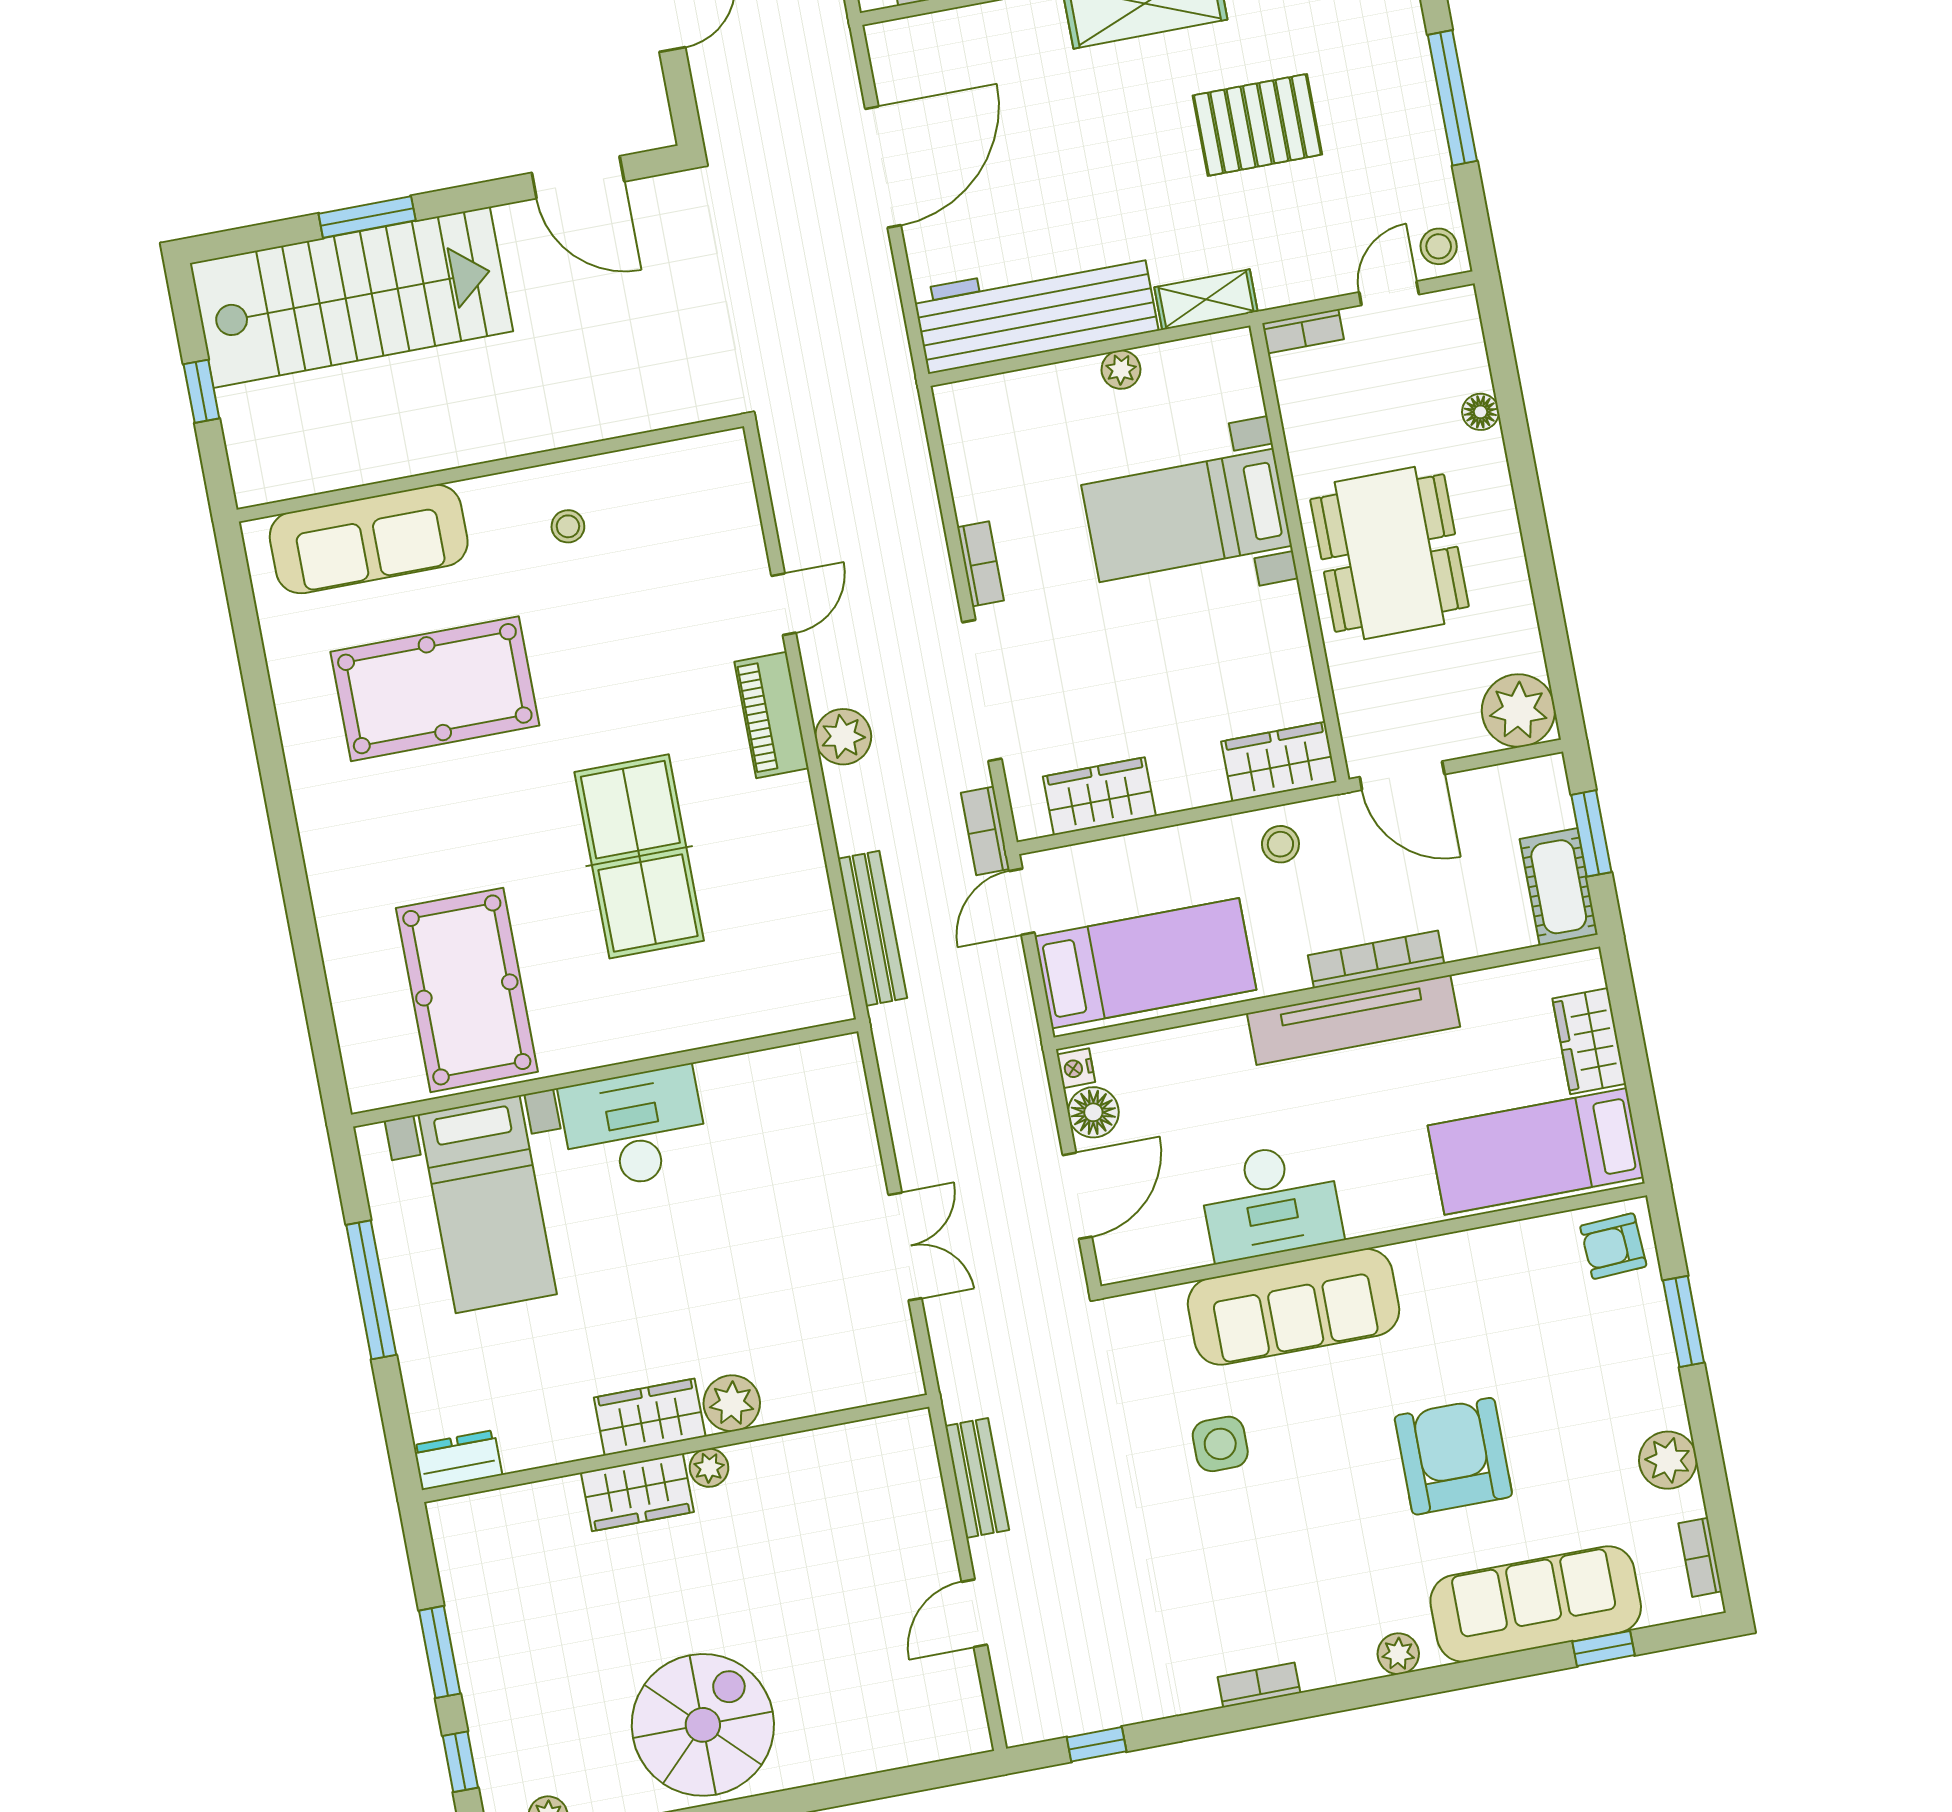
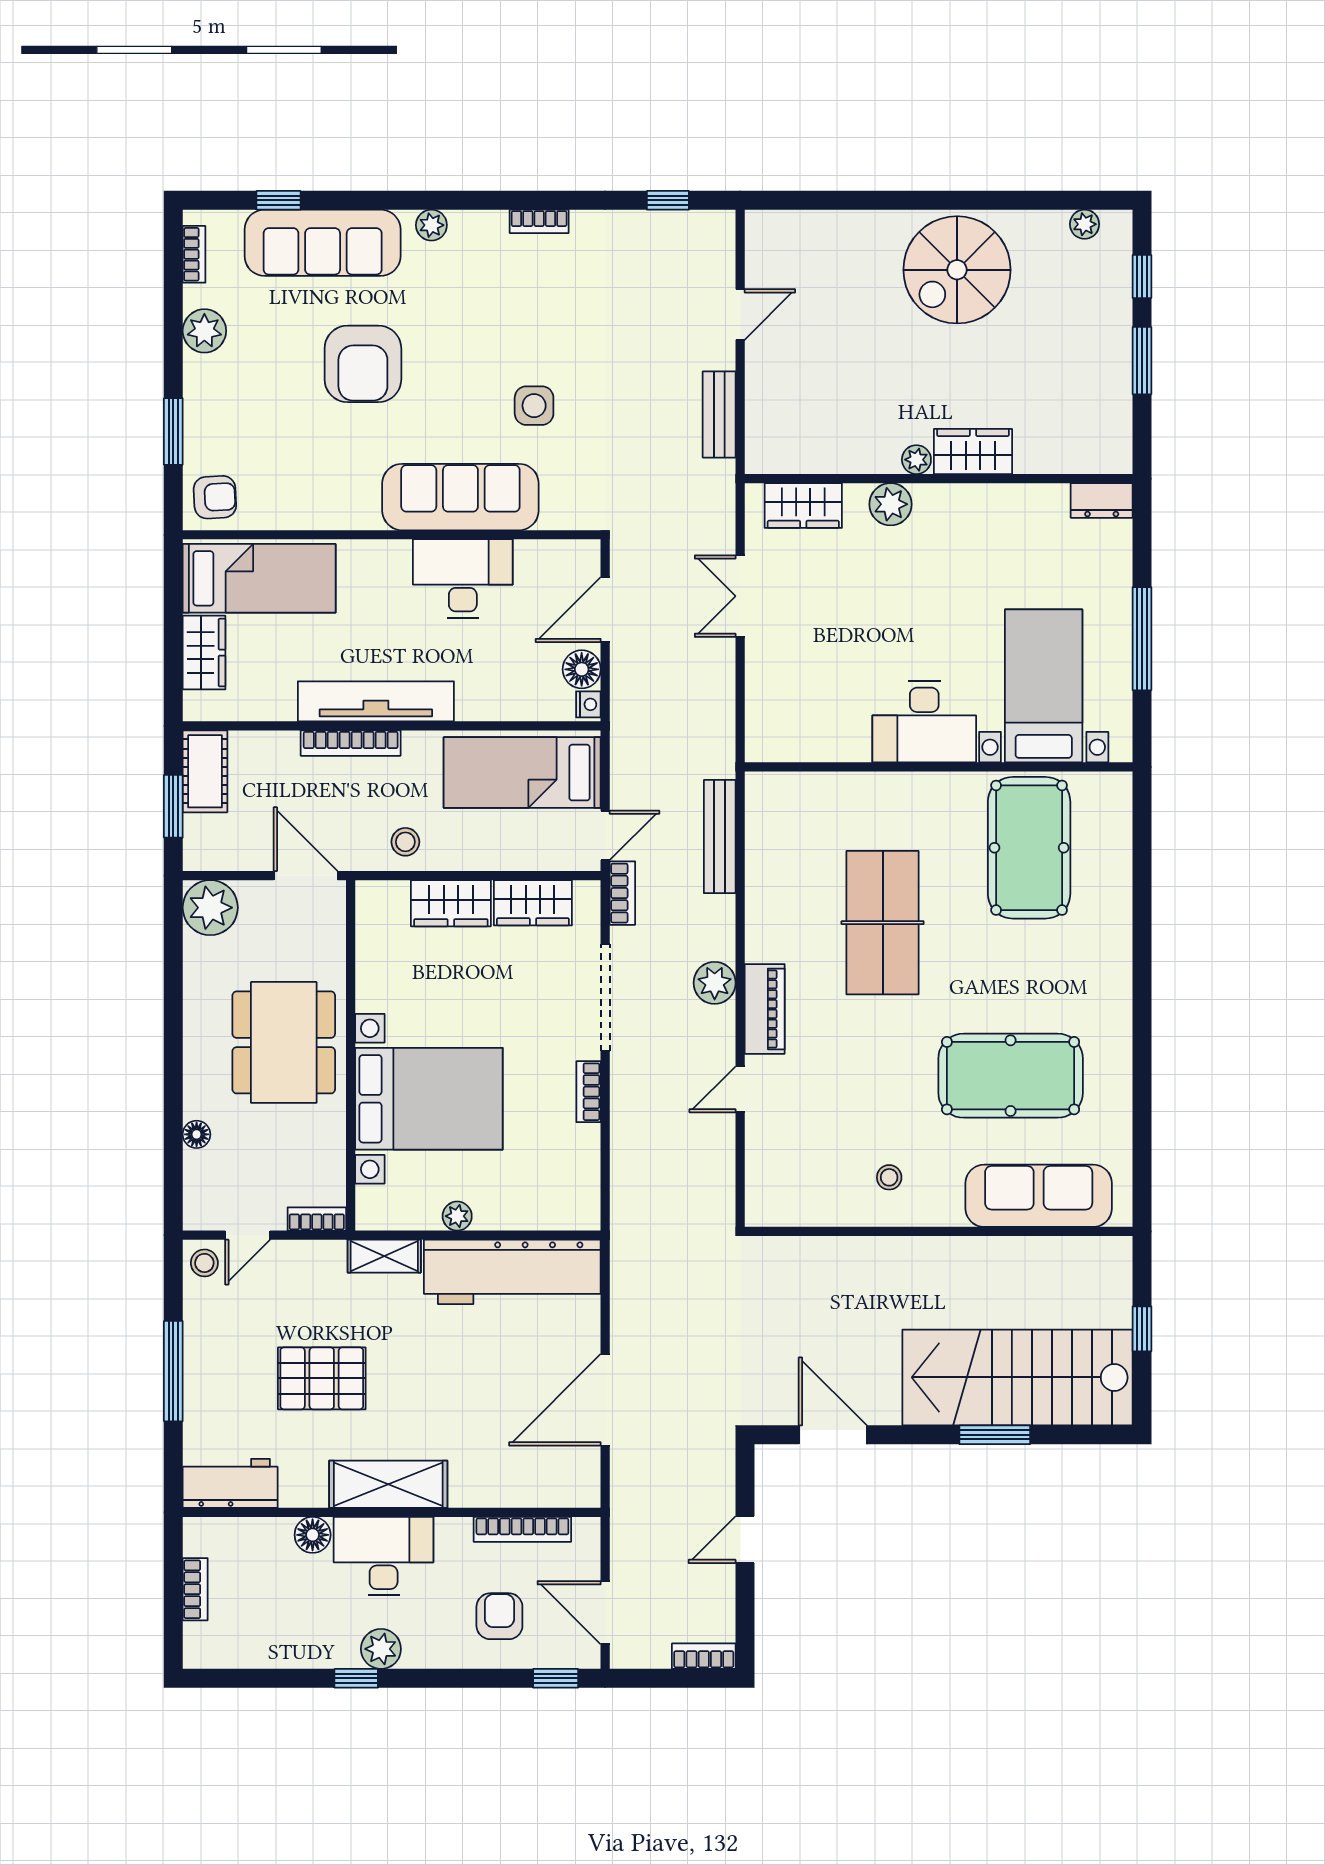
bed with nightstands: (1187, 515) -> (429, 1099), width x1.36
wardrobe: (1279, 762) -> (451, 903), moved
wardrobe: (650, 1417) -> (803, 505), moved

